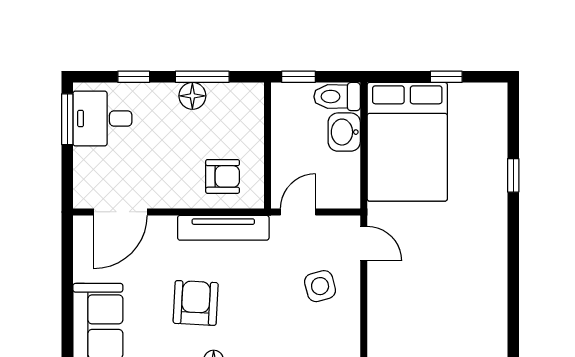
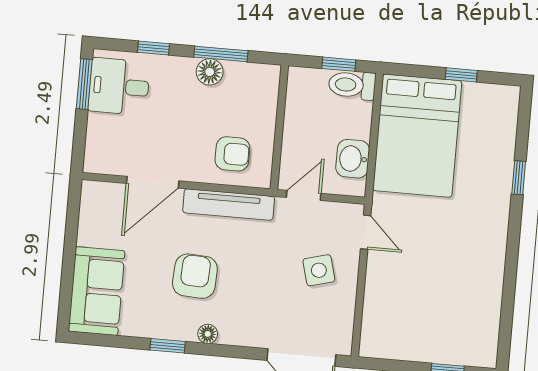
window: (299, 77) -> (339, 64), moved
washbasin: (344, 132) -> (353, 159), moved
door: (121, 212) -> (153, 182), moved

